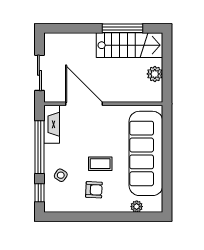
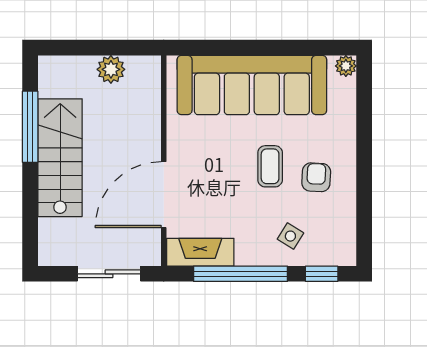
stairs: (130, 45) -> (60, 158), moved
plant: (137, 207) -> (346, 66), moved

